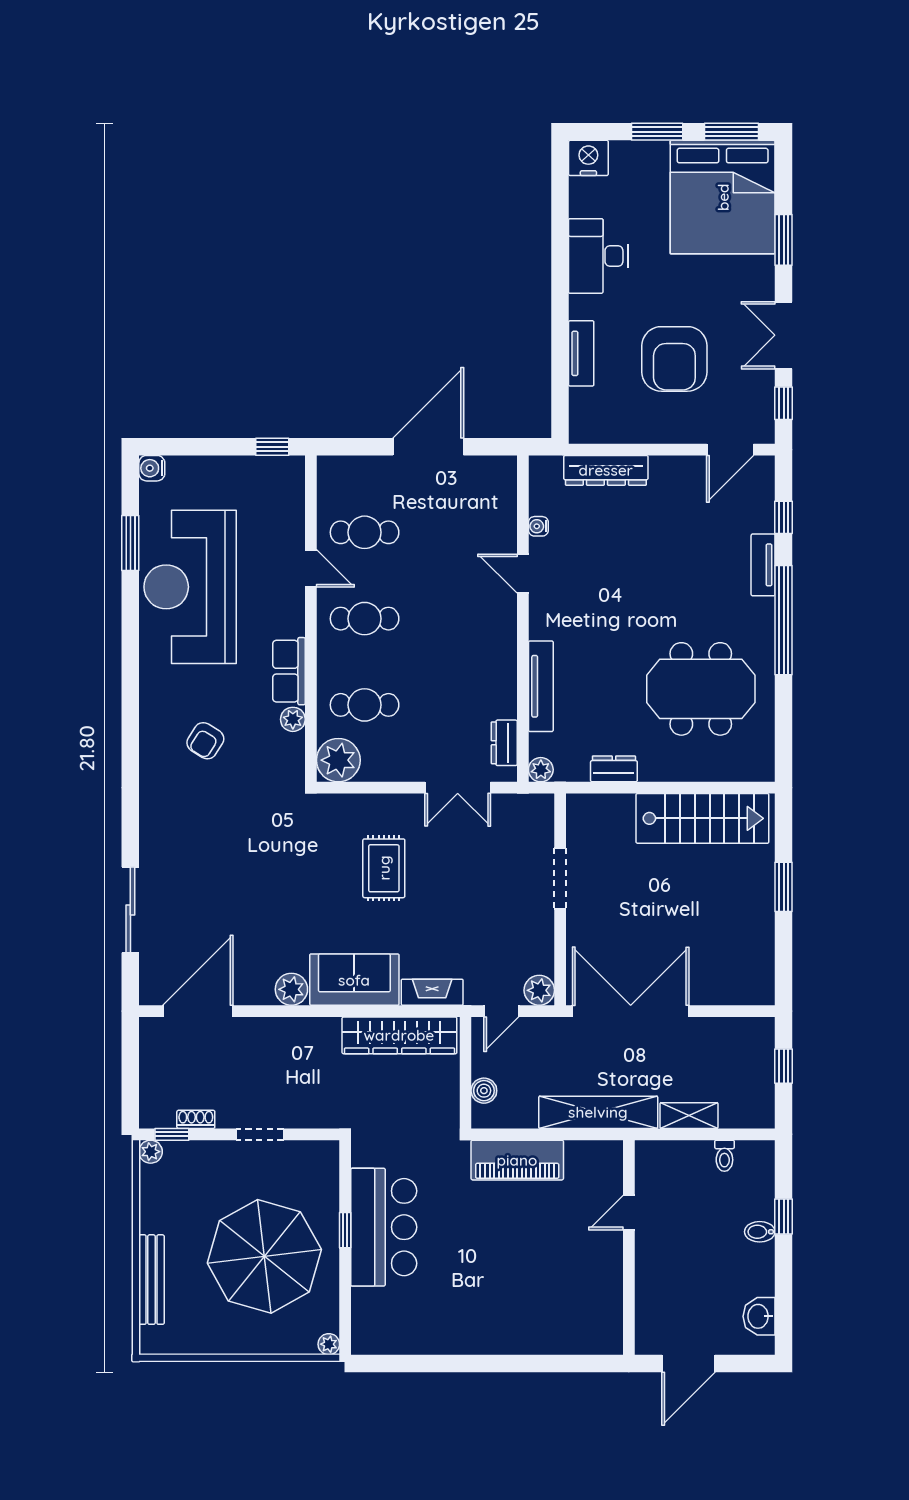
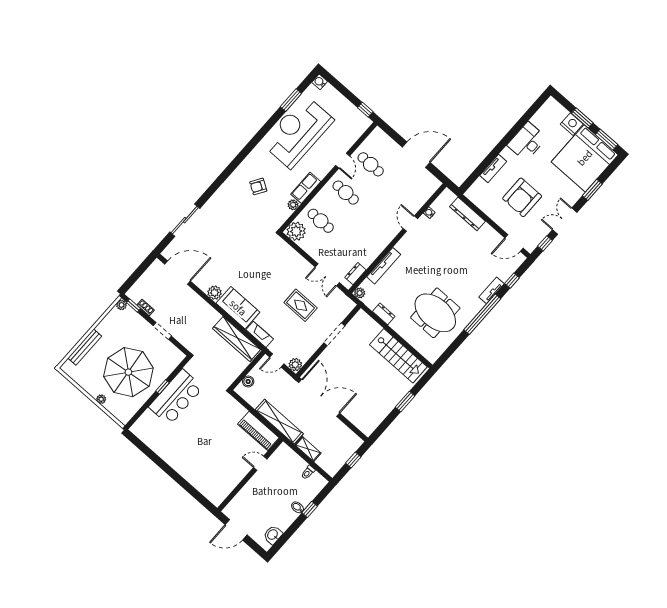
nightstand: (588, 158) -> (572, 124), moved
rug: (384, 868) -> (301, 305), moved, turned 90
piano: (517, 1160) -> (258, 431), moved
plant: (329, 1344) -> (101, 399), moved

